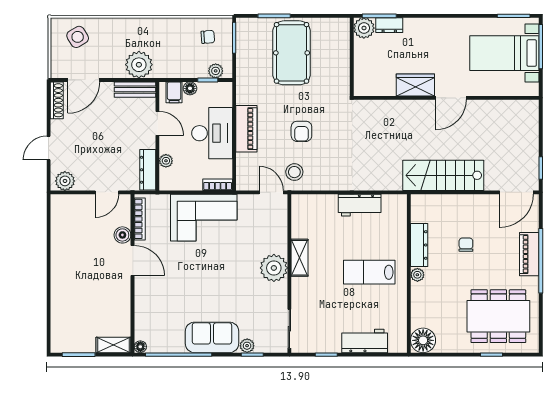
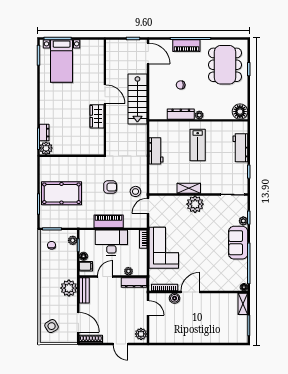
wardrobe: (415, 85) -> (97, 116), moved
wall: (446, 98) -> (105, 97), moved
door: (451, 98) -> (105, 94), moved

